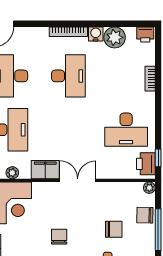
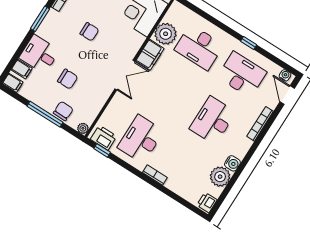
bookcase: (68, 32) -> (260, 124), moved
desk: (68, 76) -> (213, 120), turned 90
bookcase: (150, 79) -> (155, 175), moved
plant: (12, 173) -> (166, 34), width x1.87, depth x1.87
chair: (114, 229) -> (68, 79), turned -90

